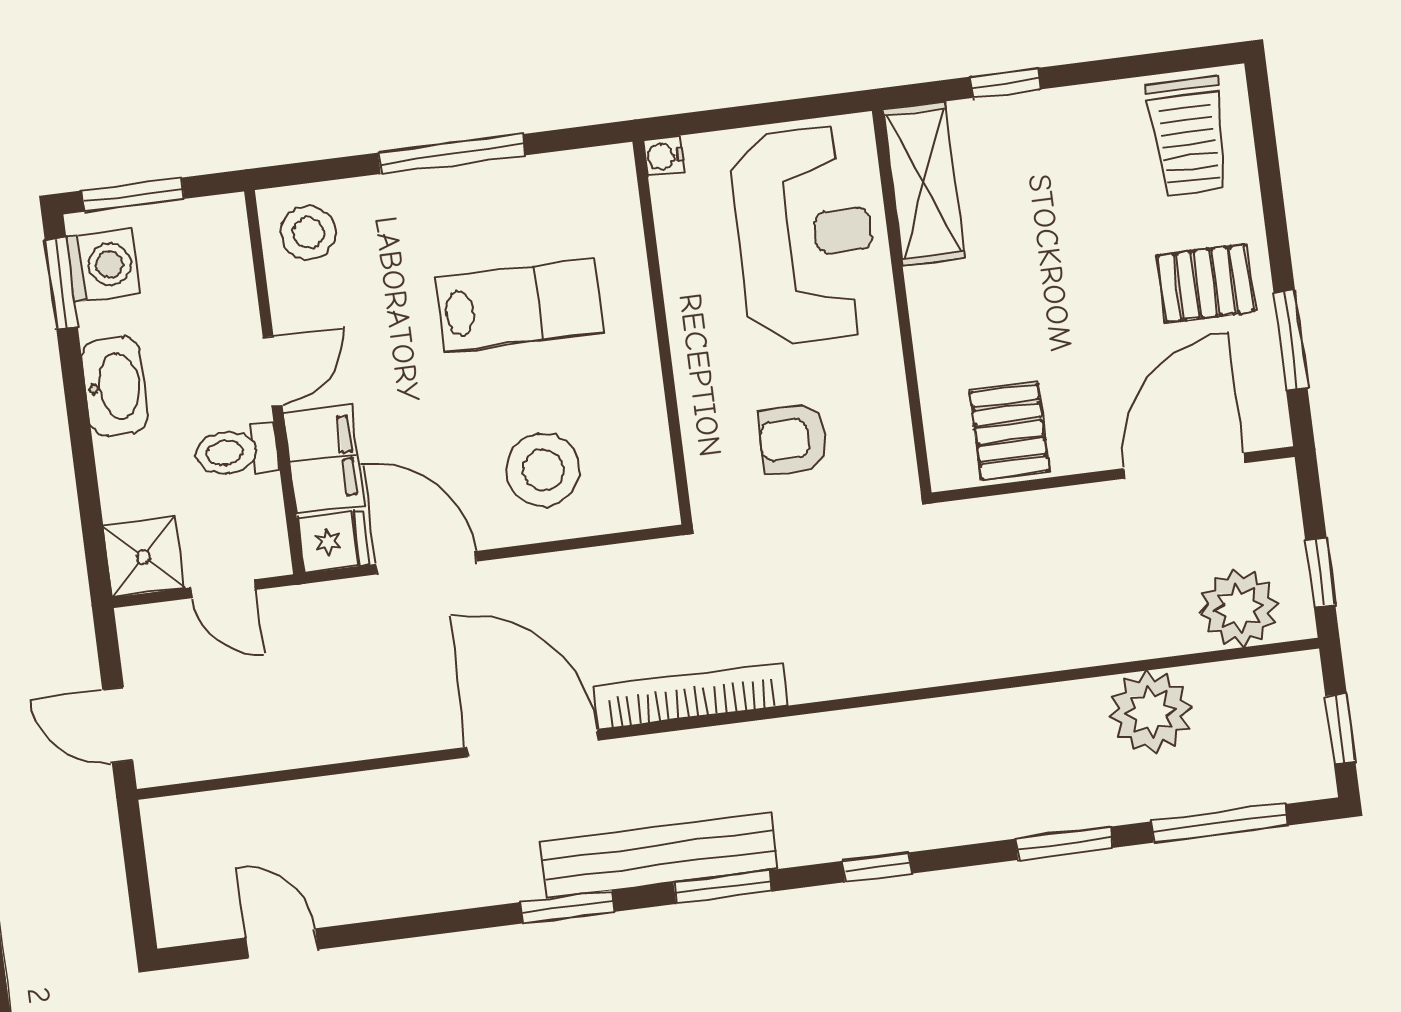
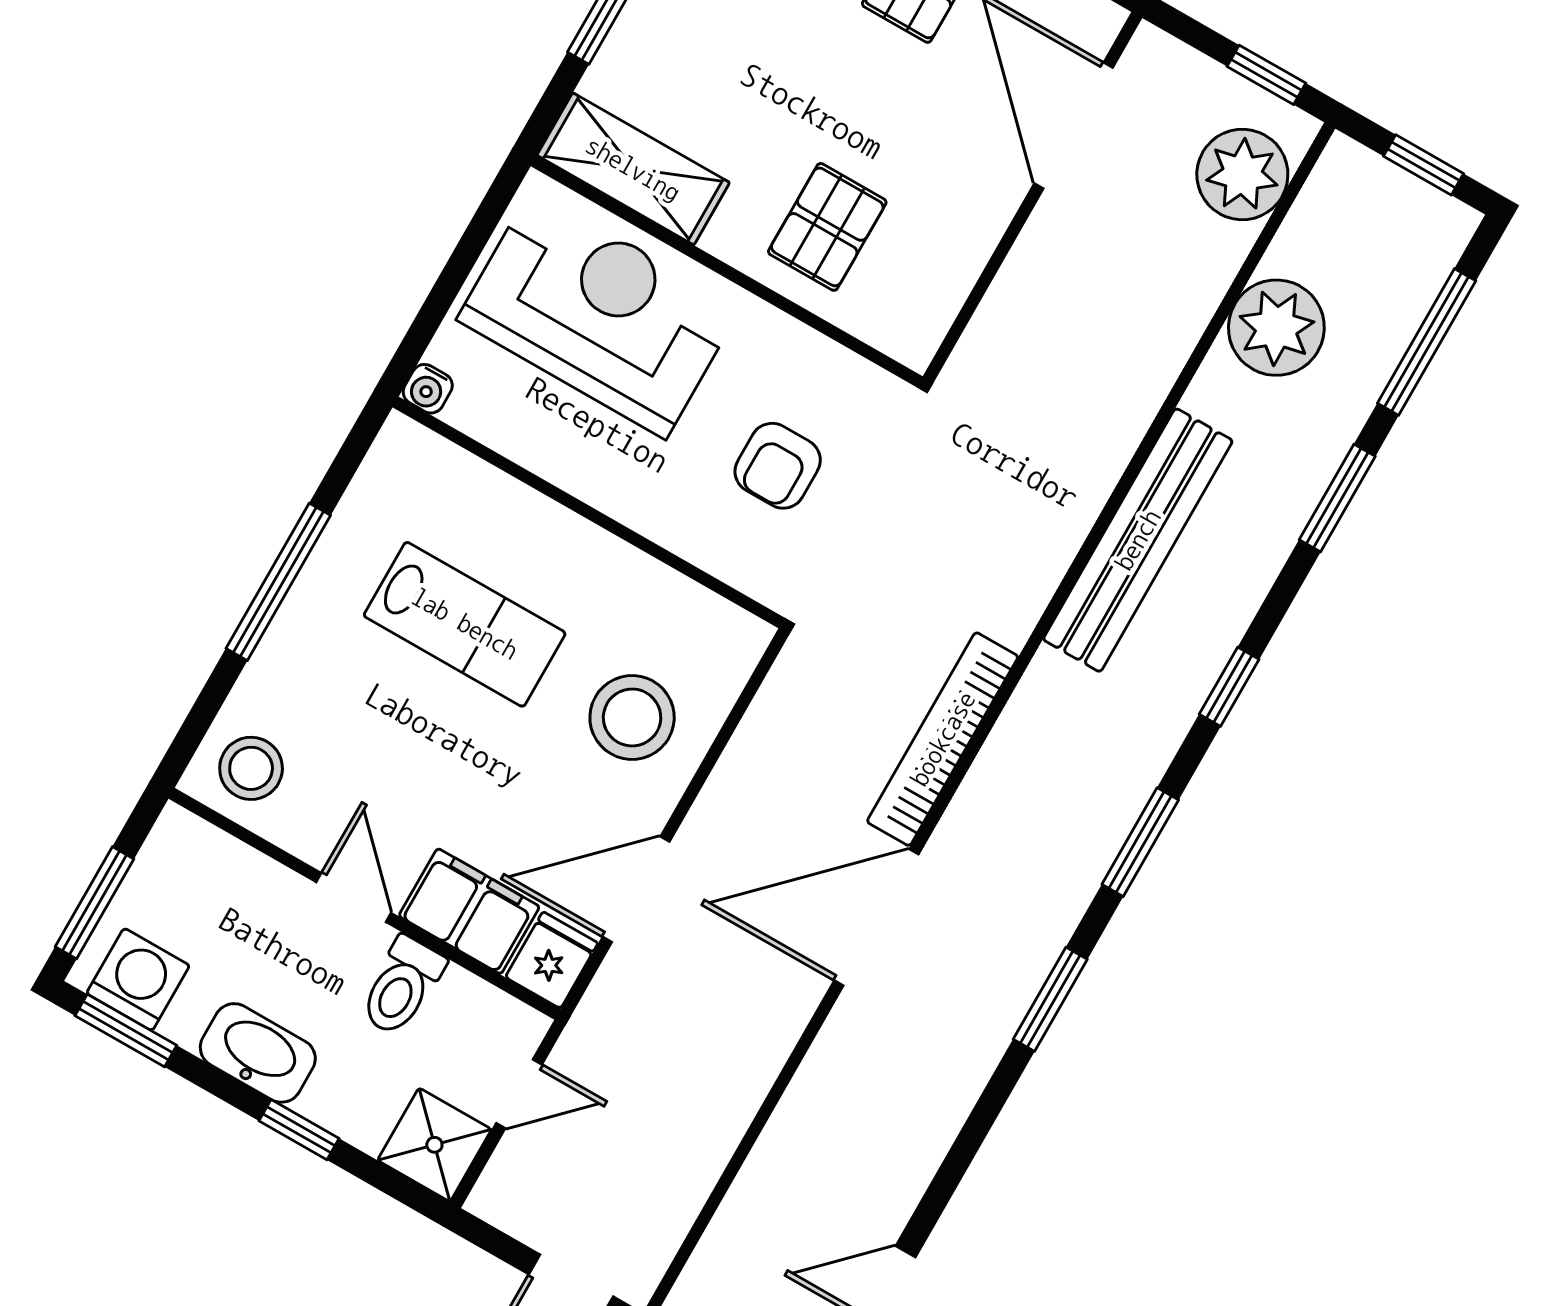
lab bench: (520, 305) -> (465, 624), turned 90
pallet: (1010, 432) -> (827, 227), moved, turned 90
window: (83, 455) -> (299, 1130), added
bench: (659, 855) -> (1138, 540), moved

